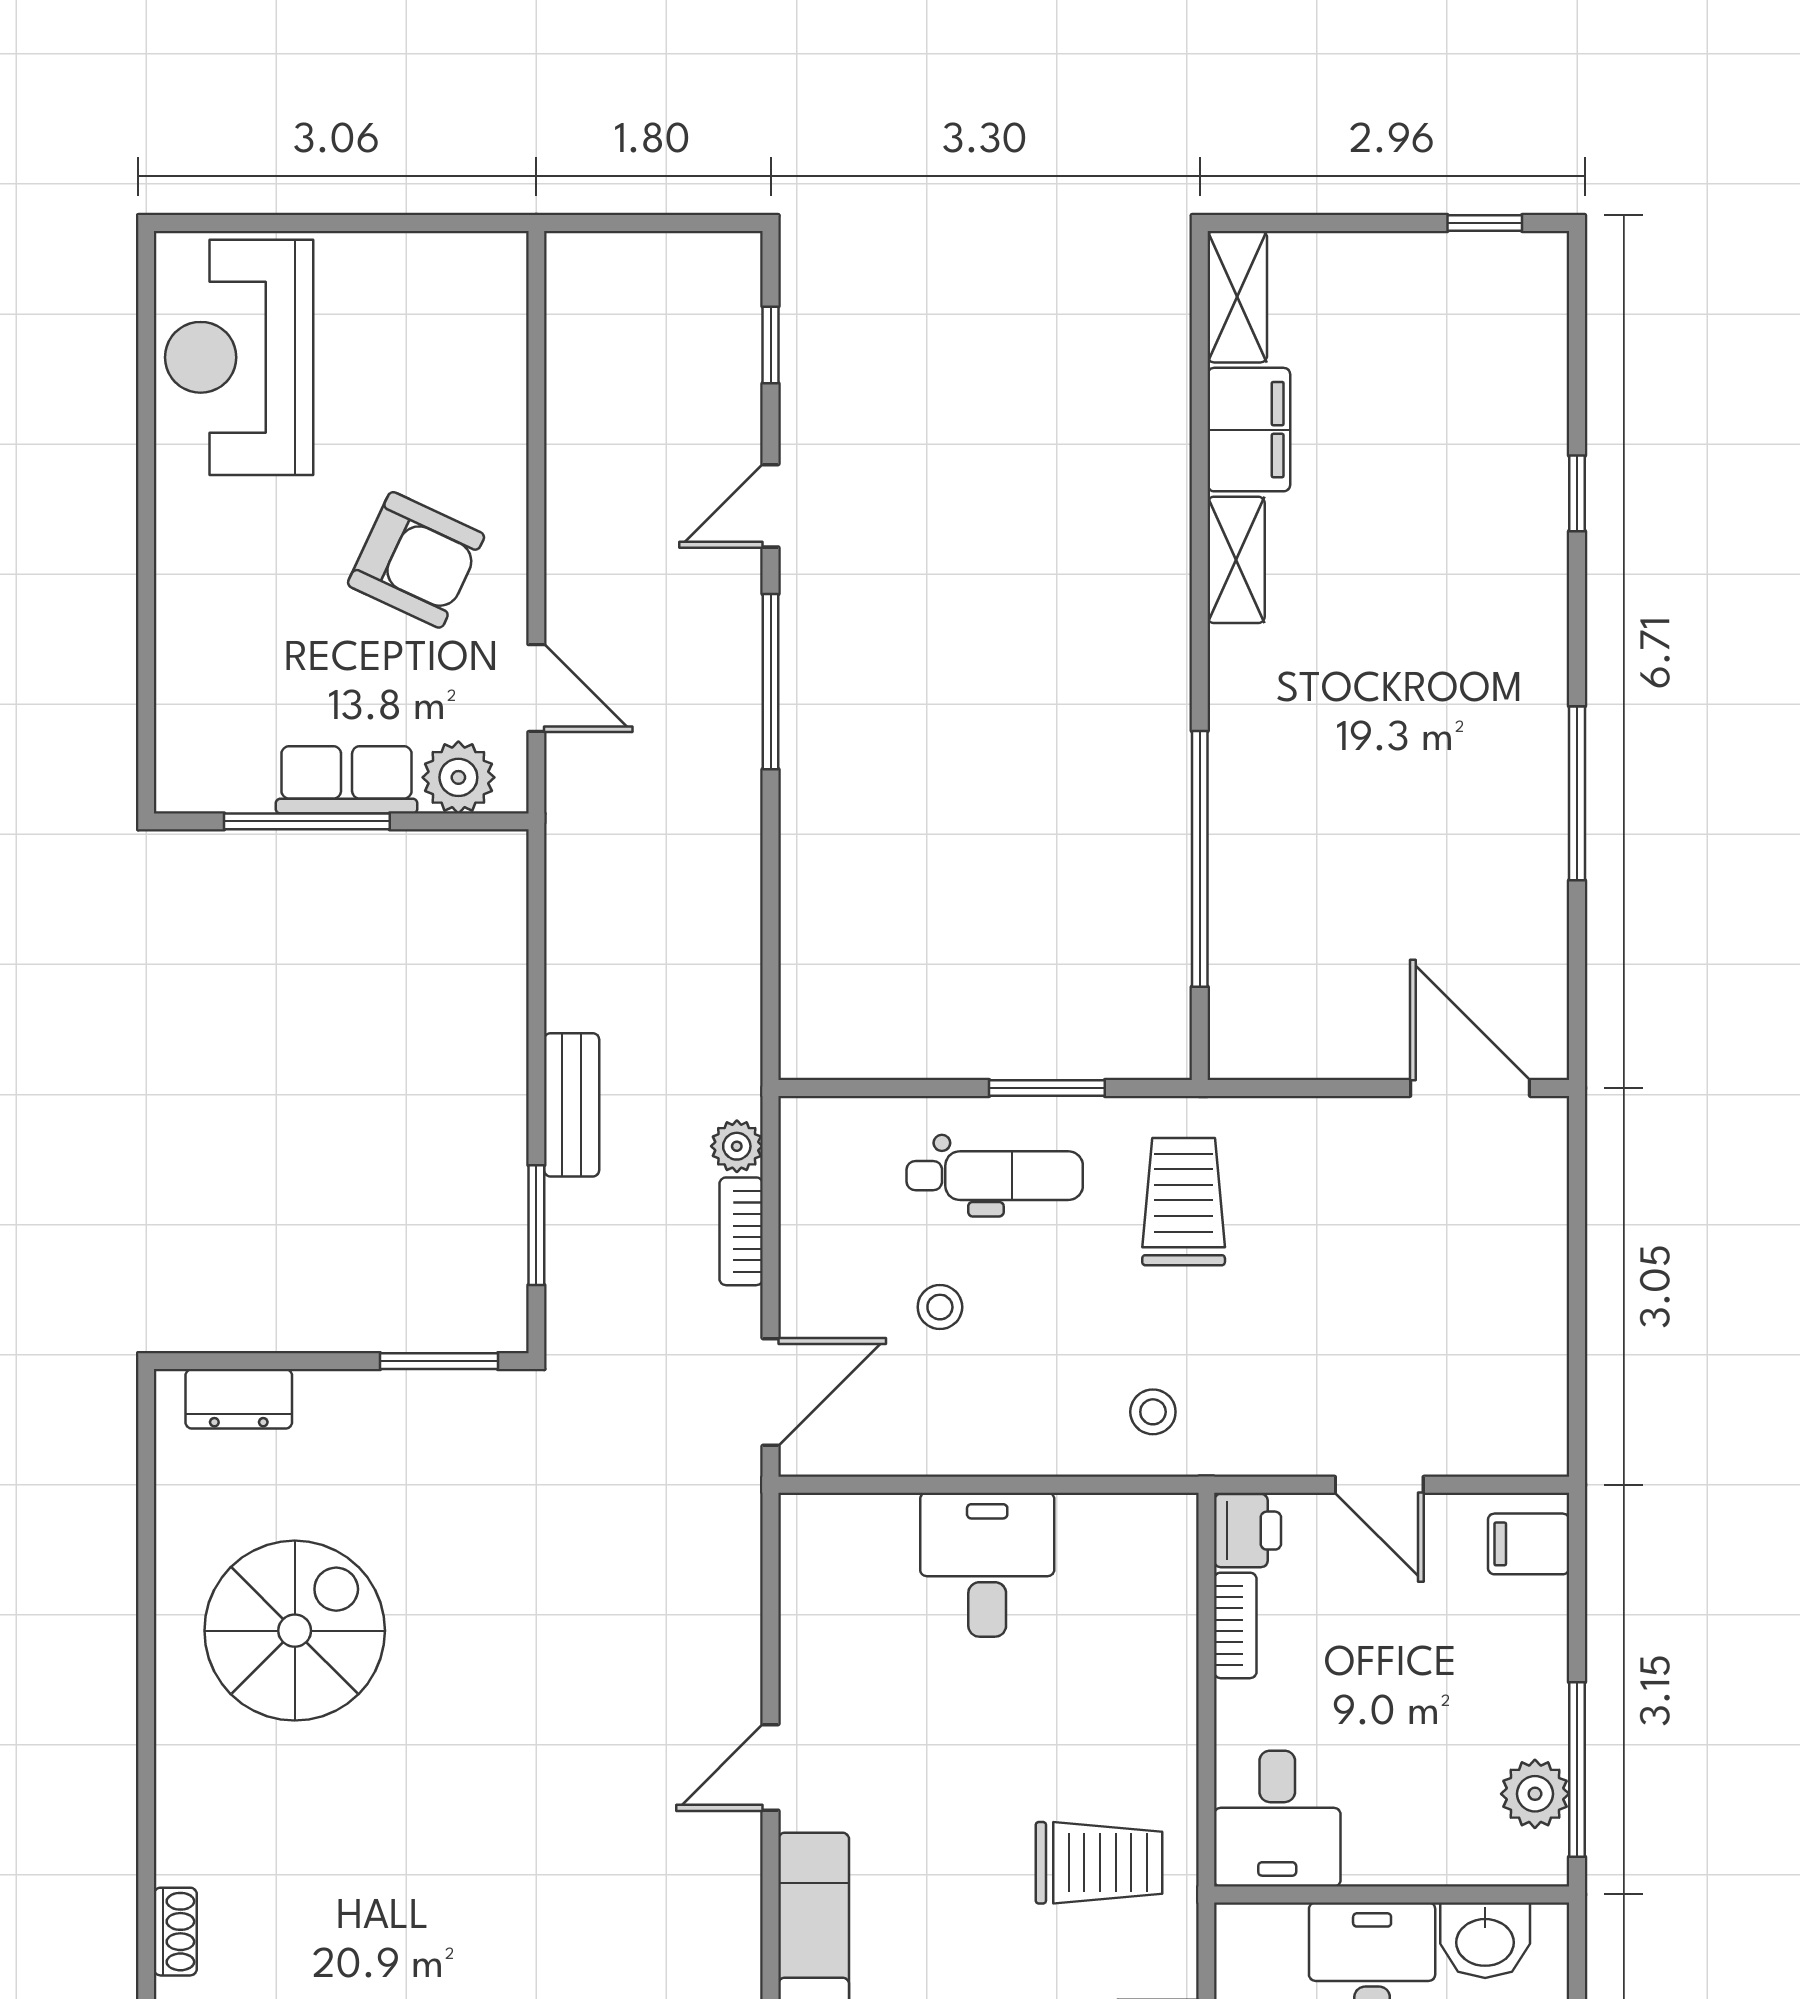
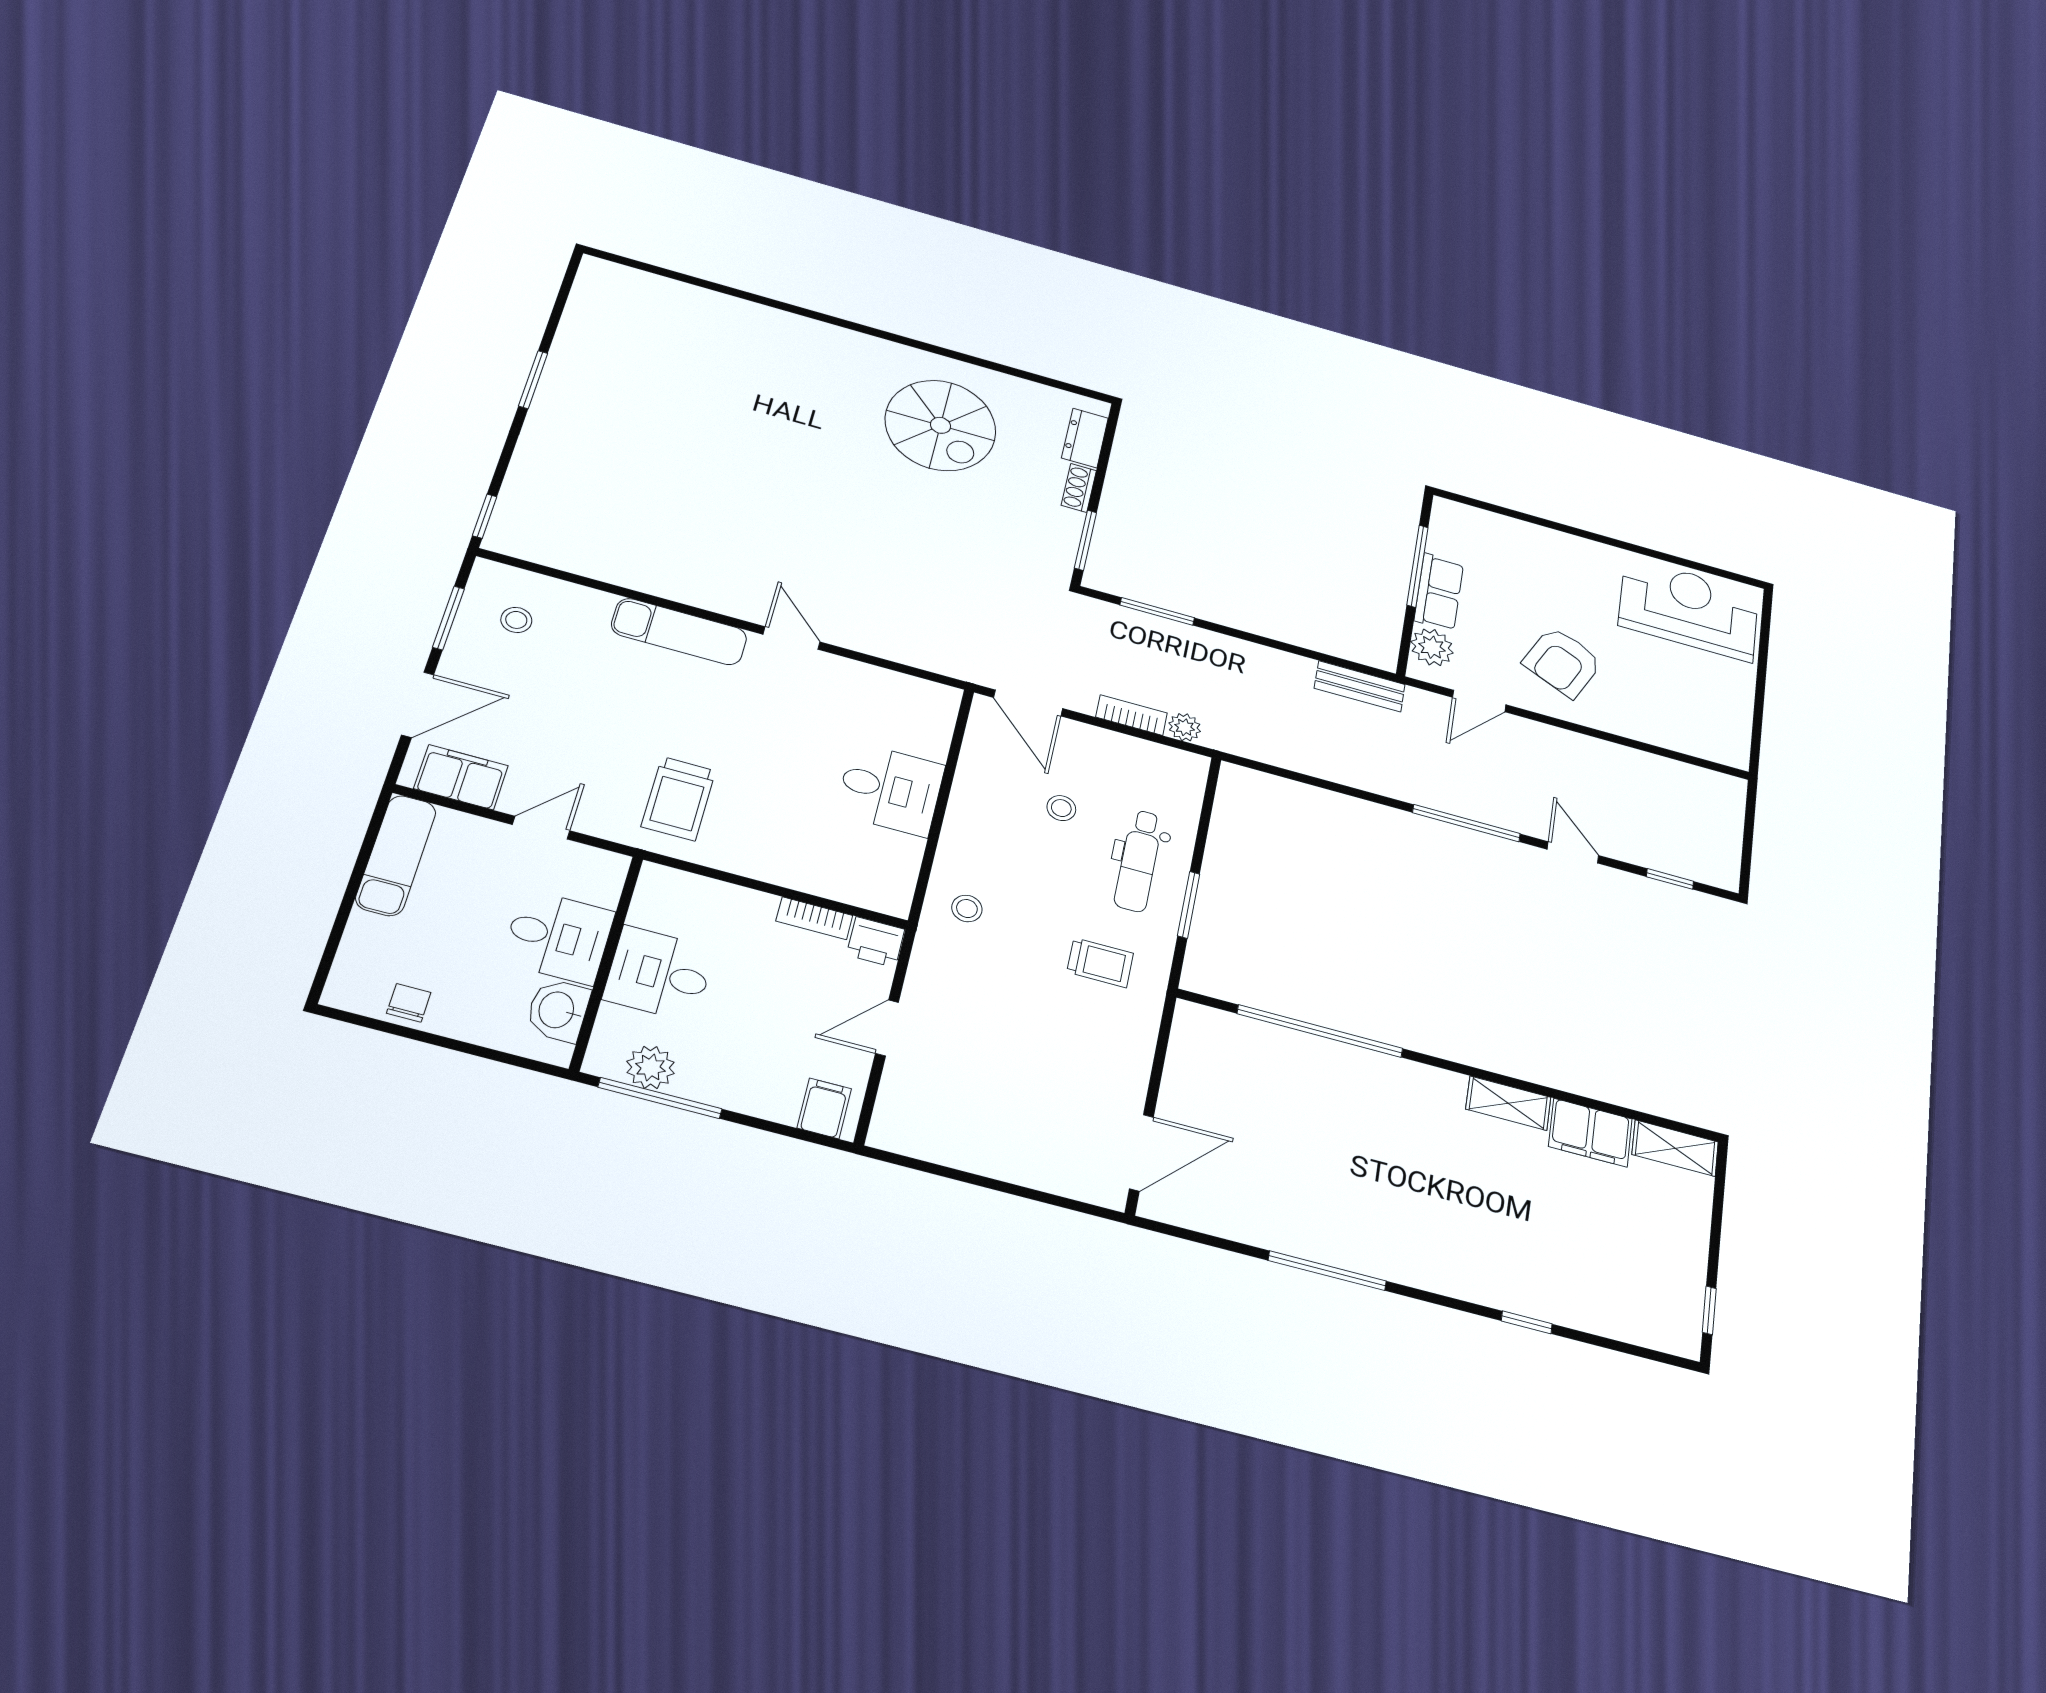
bench: (572, 1105) -> (1360, 686), moved
trolley: (1184, 1202) -> (1100, 963), width x0.73, depth x0.72
desk: (1277, 1819) -> (659, 974), moved
shoe rack: (175, 1932) -> (1079, 488), moved, turned 90

